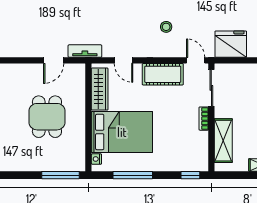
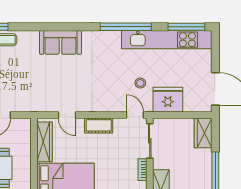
stool: (166, 27) -> (140, 83), moved
tv unit: (85, 51) -> (31, 106), removed
cot: (163, 74) -> (99, 125), width x0.73, depth x0.75

